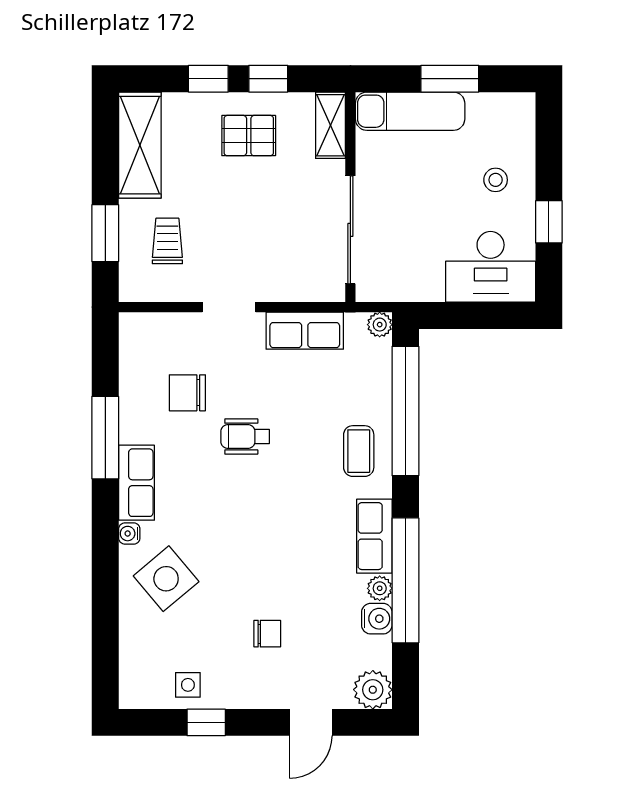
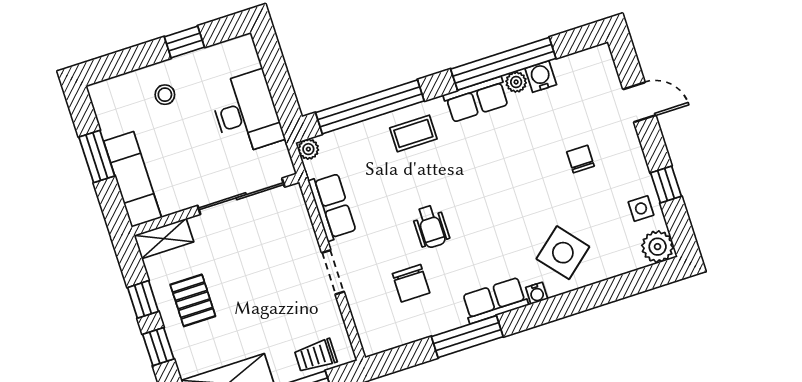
trolley: (167, 241) -> (316, 356), moved
desk: (491, 267) -> (246, 113), moved
plant: (373, 690) -> (658, 247), moved

